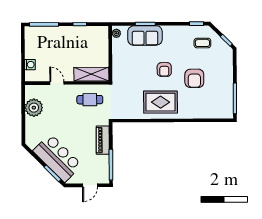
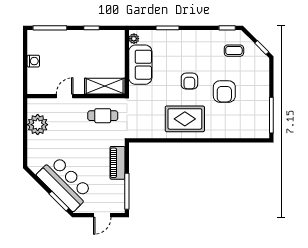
sofa: (145, 35) -> (140, 65), moved, turned -90
washing machine: (30, 65) -> (33, 61), moved
door: (57, 83) -> (65, 96), hinge flipped

